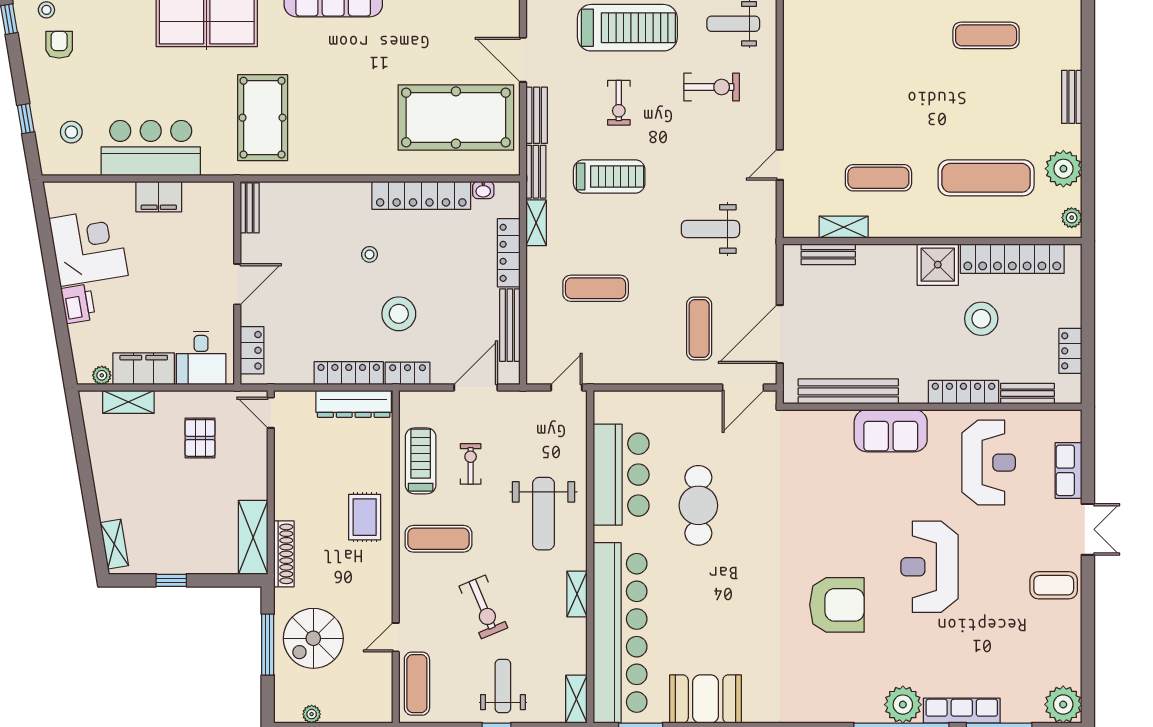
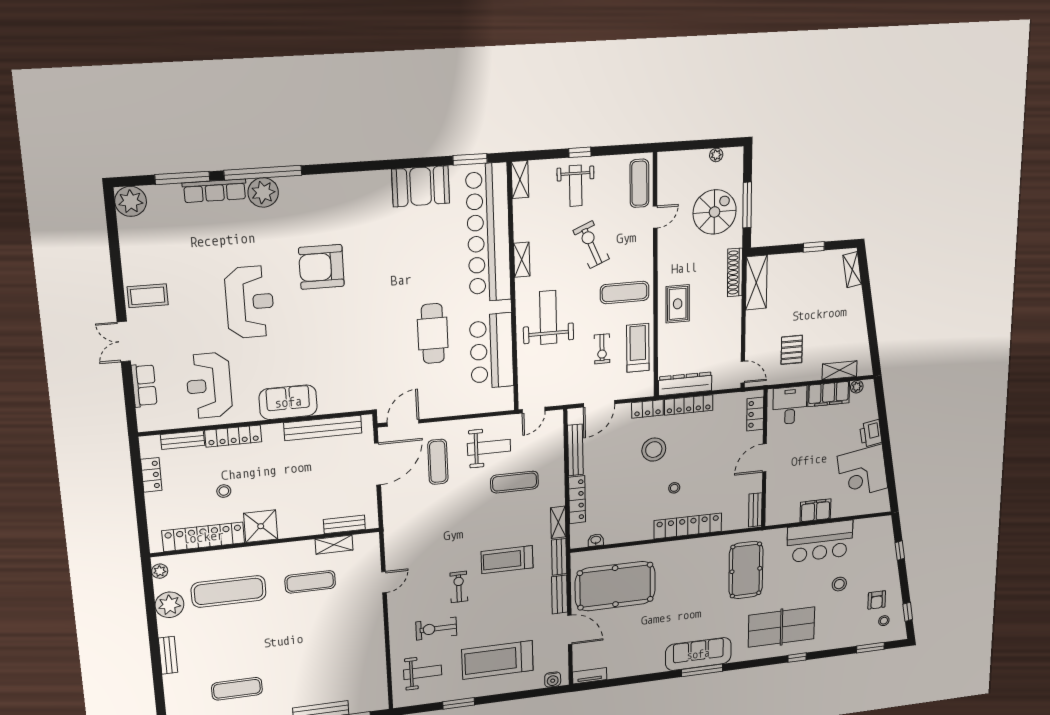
exercise bike: (619, 103) -> (459, 587), moved
stool: (71, 132) -> (839, 584), moved
locker: (421, 195) -> (688, 526), moved
weight bench: (710, 229) -> (489, 447), moved
stool: (981, 319) -> (224, 491), width x0.53, depth x0.53
treadmill: (421, 461) -> (638, 348), turned 180

